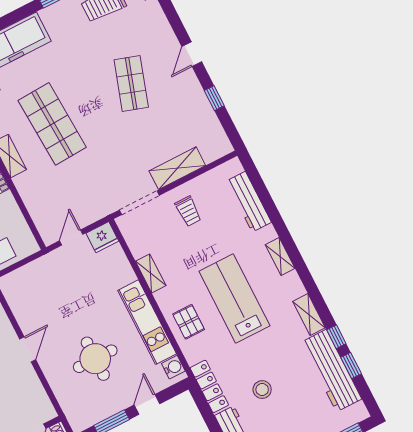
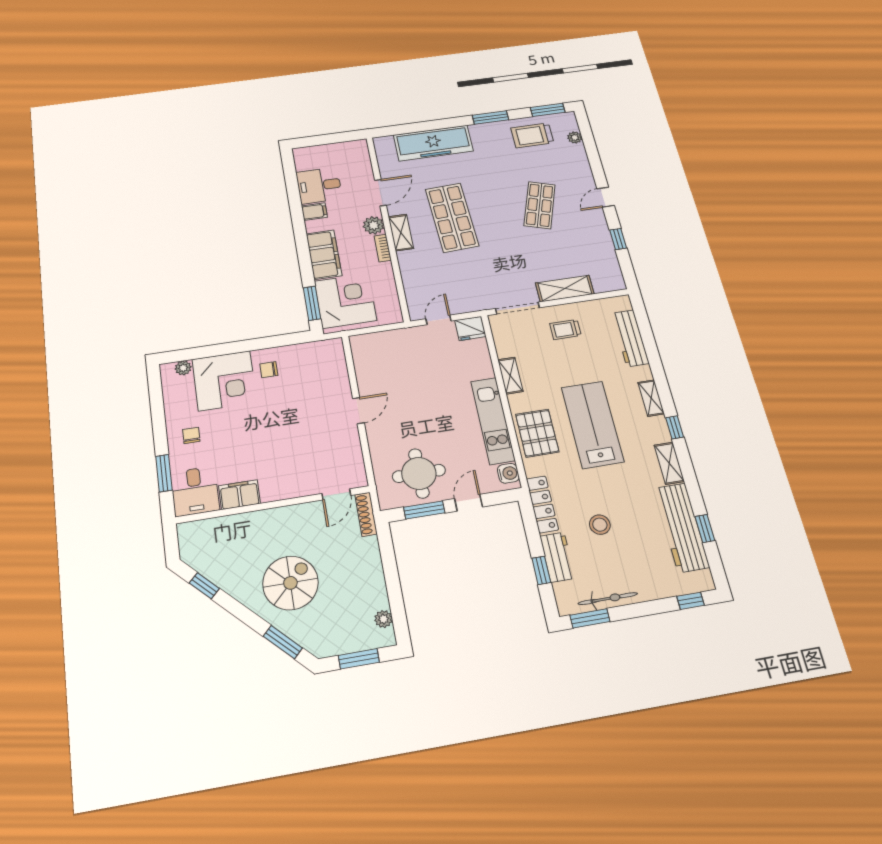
trolley: (188, 211) -> (565, 329), turned 90
pallet: (189, 322) -> (537, 433), width x1.50, depth x1.42
window: (336, 337) -> (675, 427), moved
round table: (95, 359) -> (419, 473), moved

